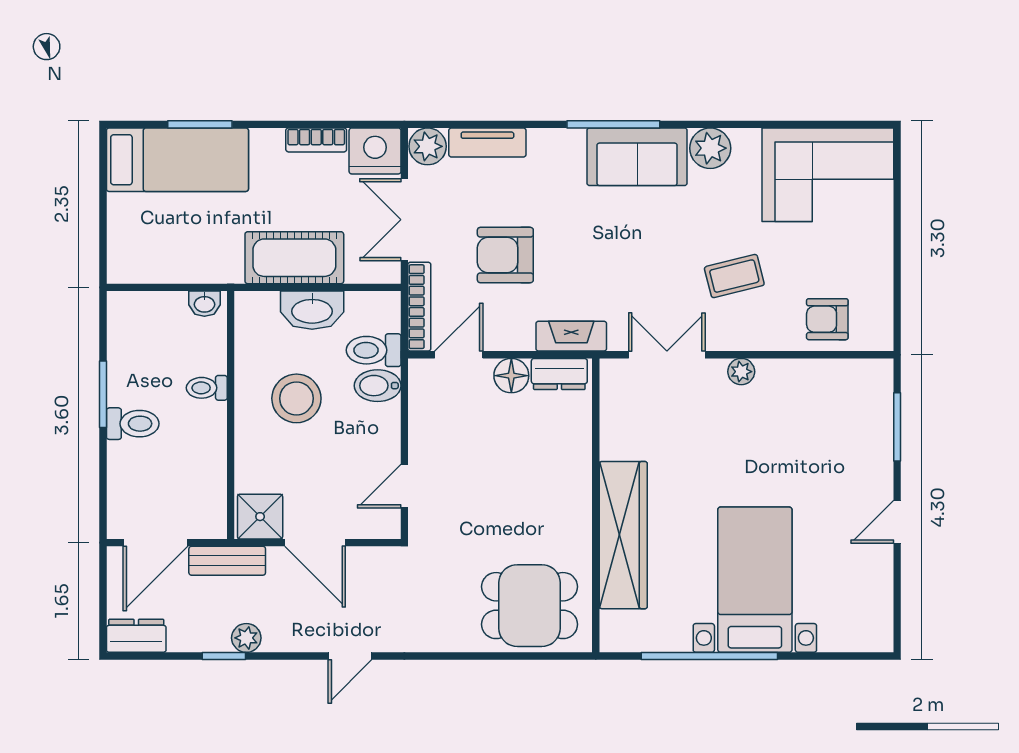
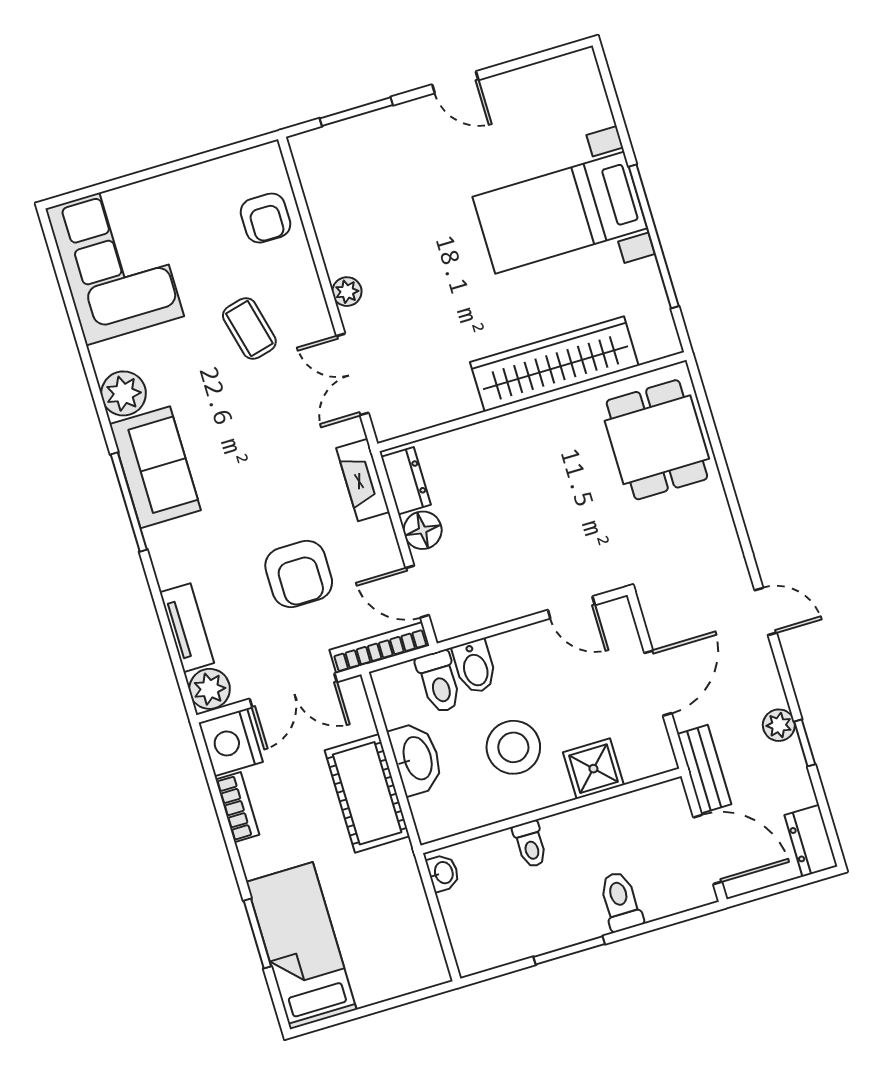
toilet: (133, 424) -> (621, 901), moved
shower: (260, 517) -> (593, 769), moved

